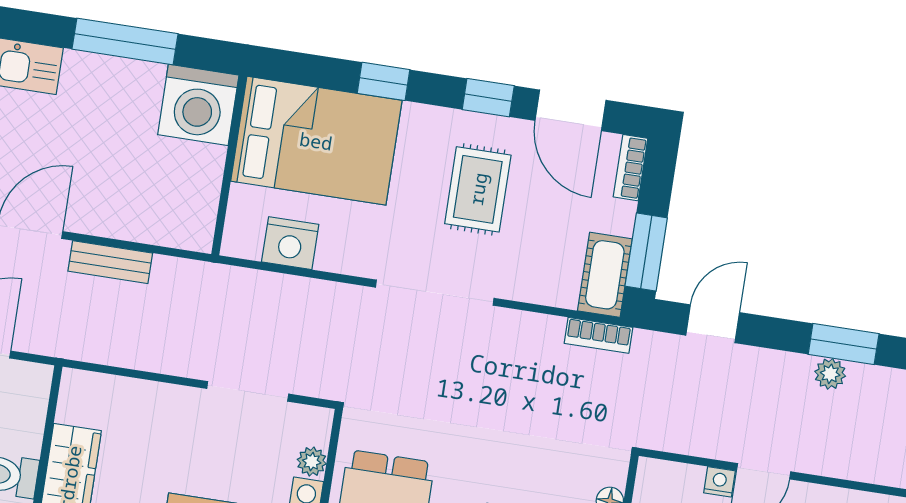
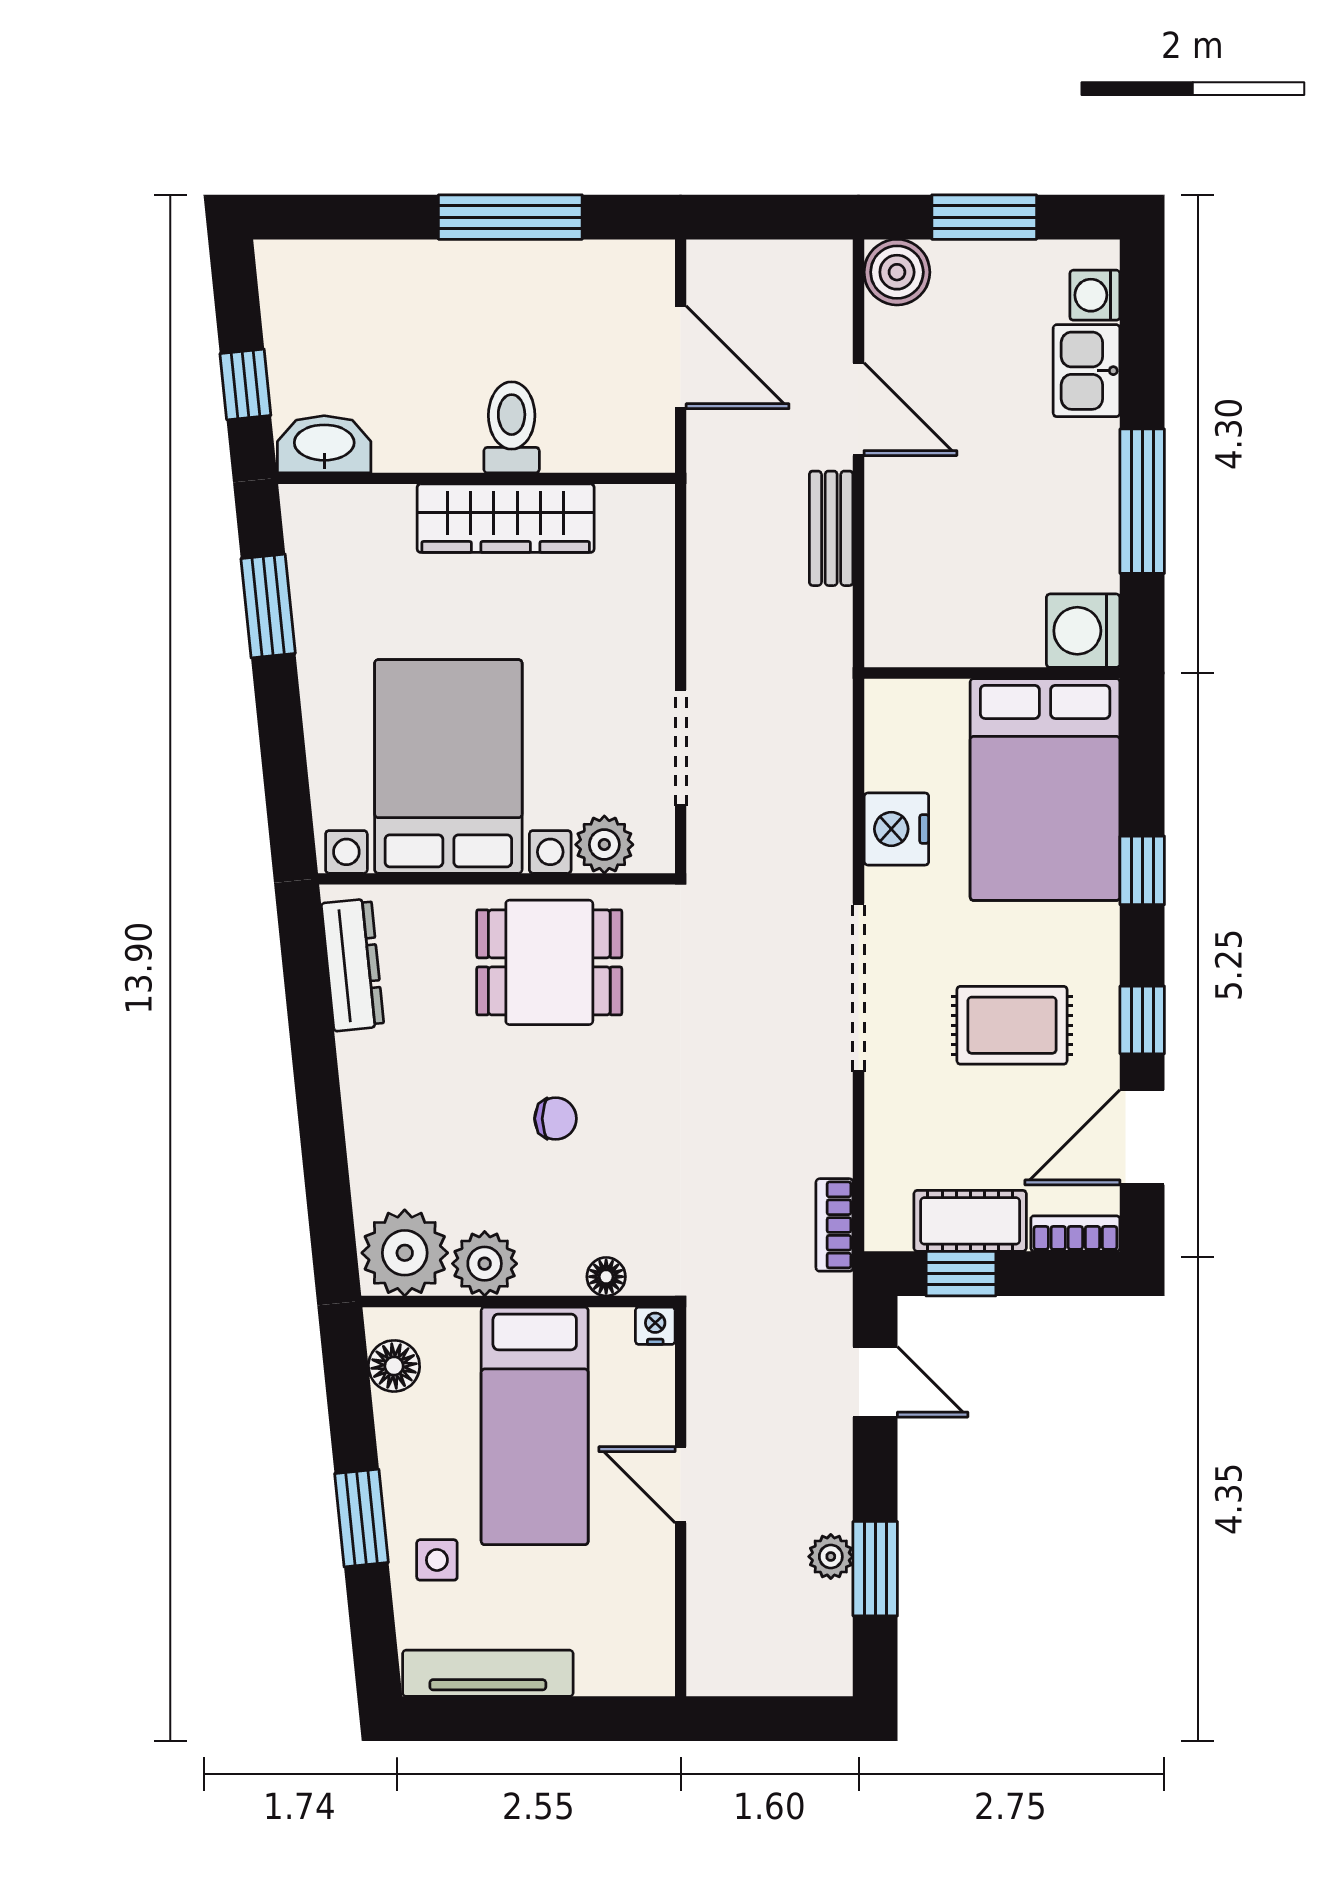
washing machine: (198, 105) -> (1083, 631), width x0.73, depth x0.73
nightstand: (290, 243) -> (896, 829), moved
window: (646, 252) -> (961, 1274), width x0.67
cot: (605, 275) -> (970, 1221), moved
plant: (312, 462) -> (604, 845), width x1.38, depth x1.38
nightstand: (719, 482) -> (655, 1326), moved, turned -90

